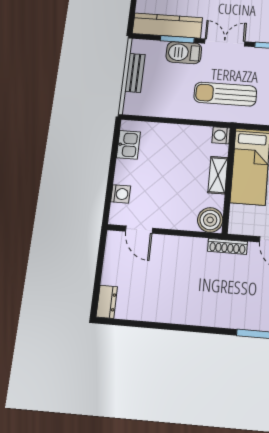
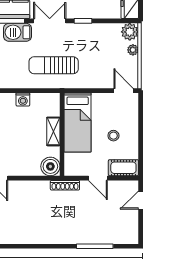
washing machine: (221, 135) -> (23, 99), moved, turned -90

